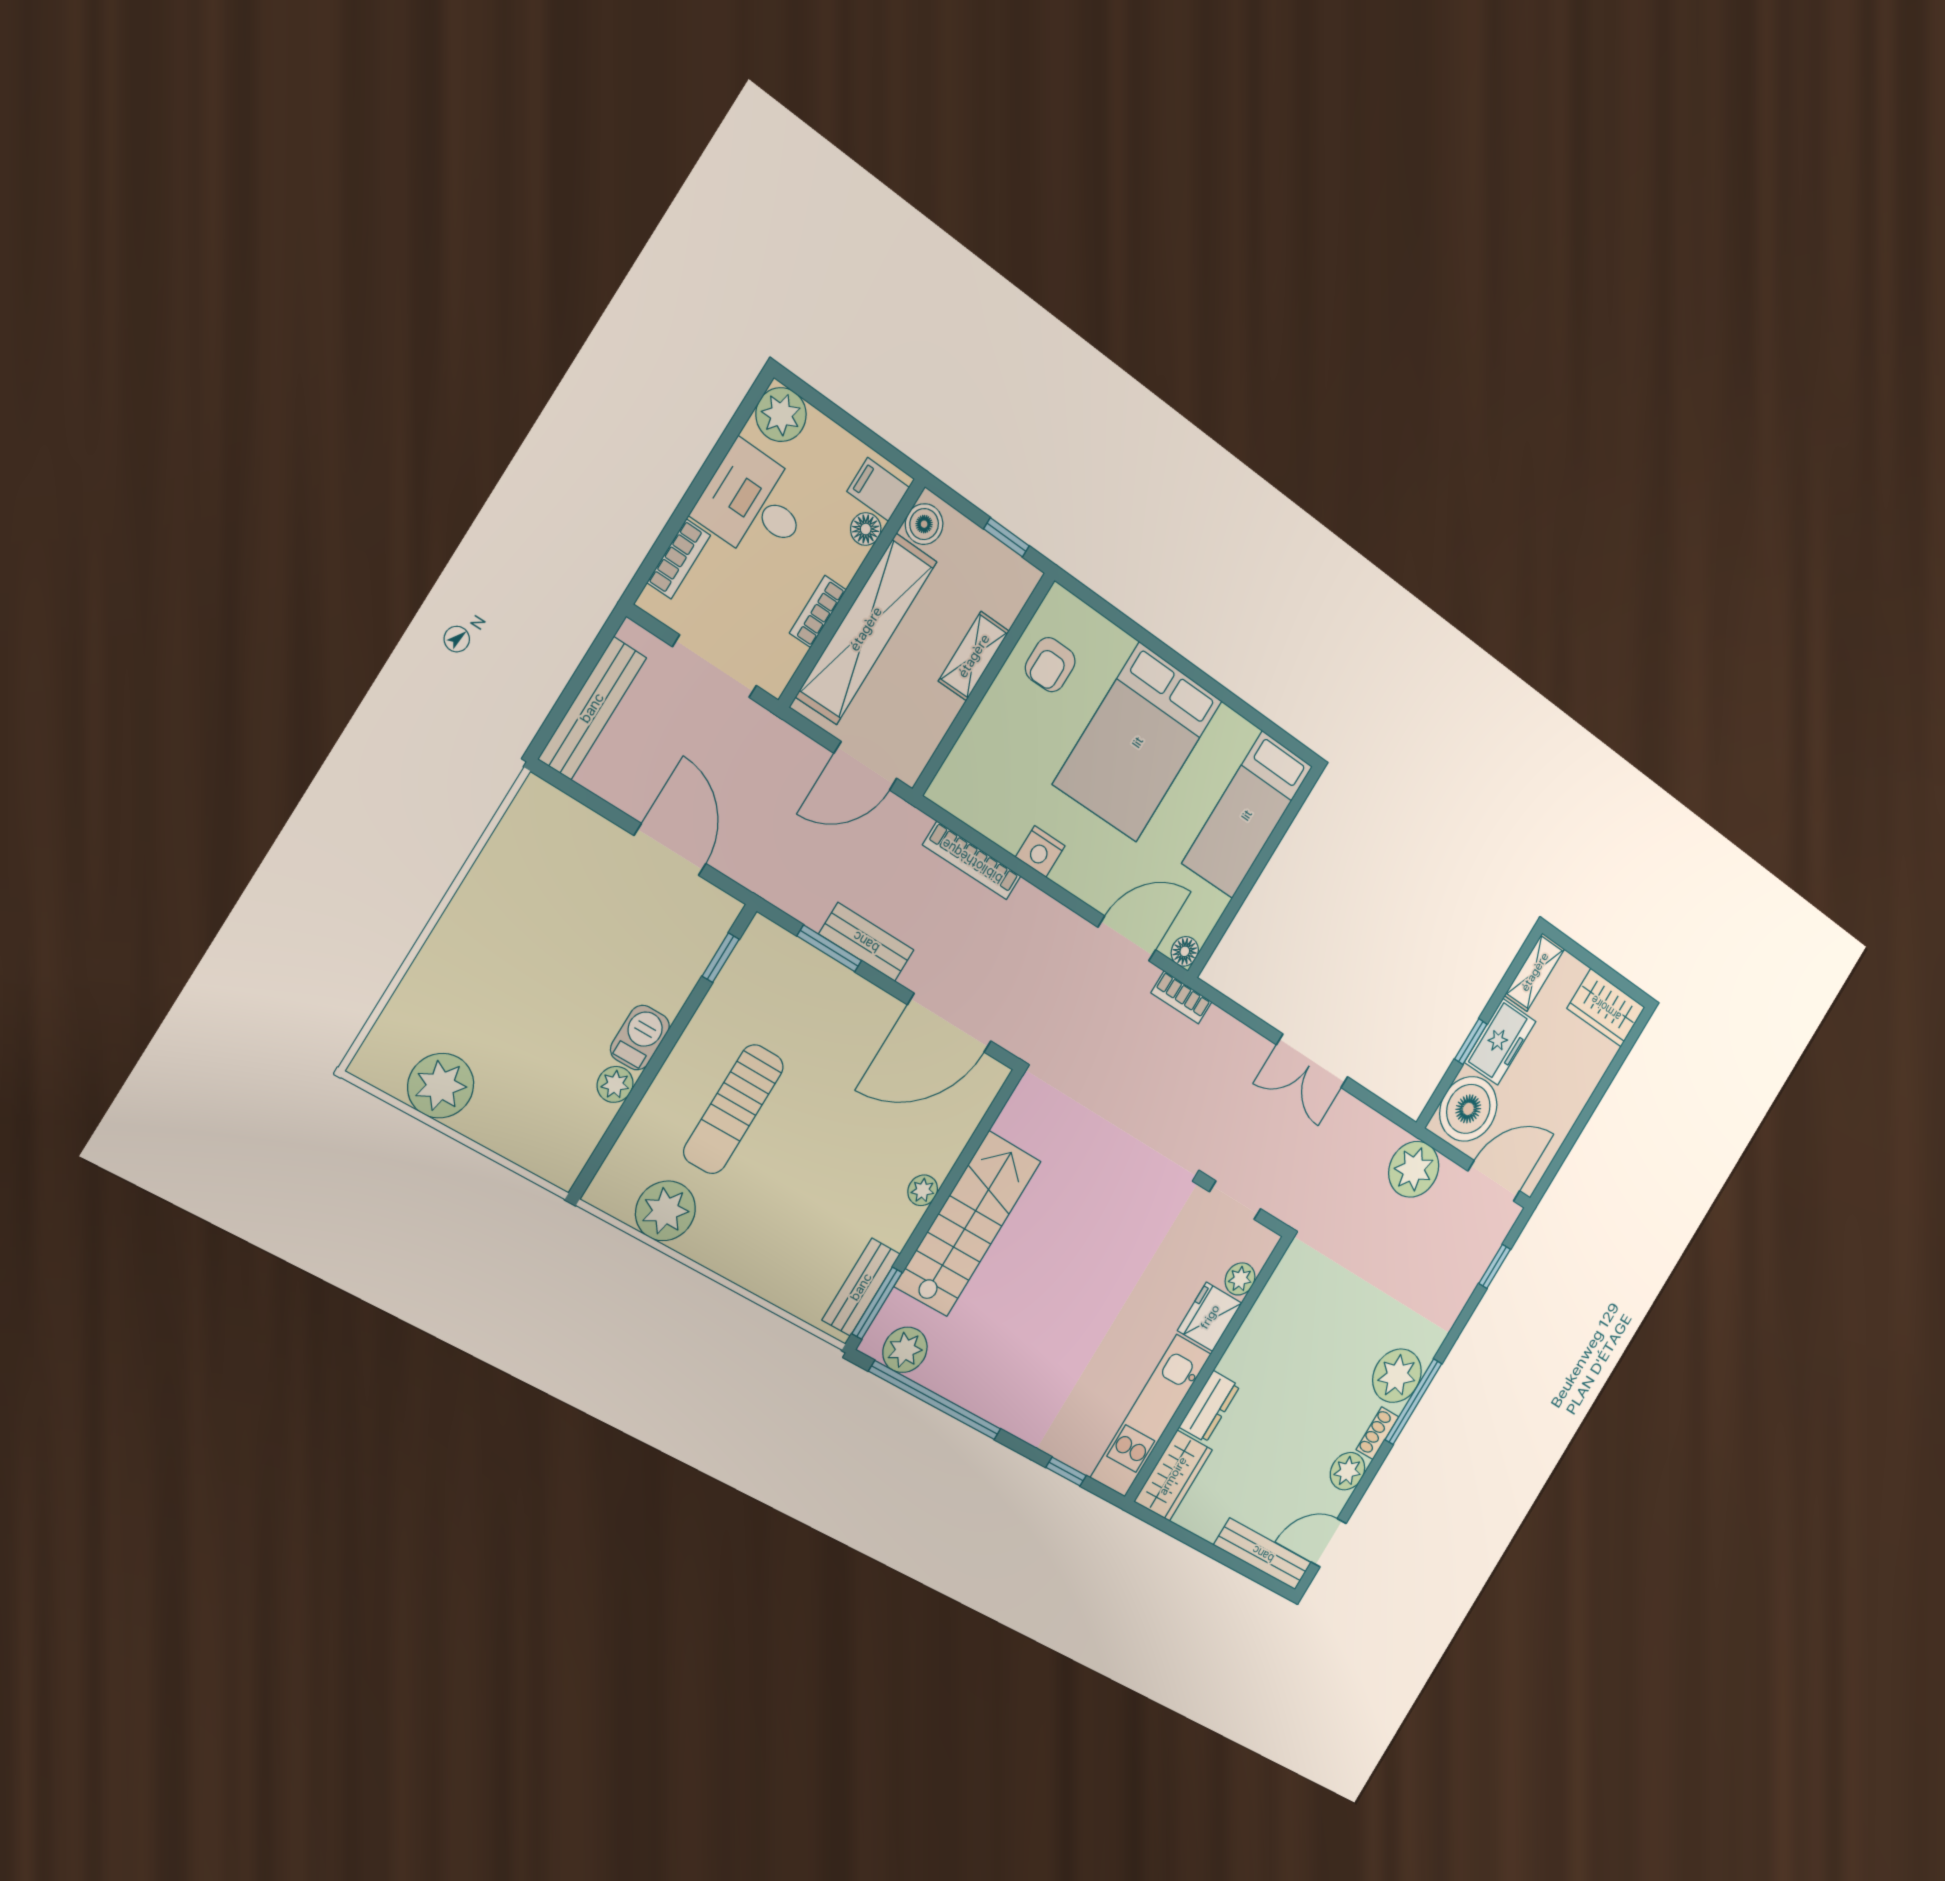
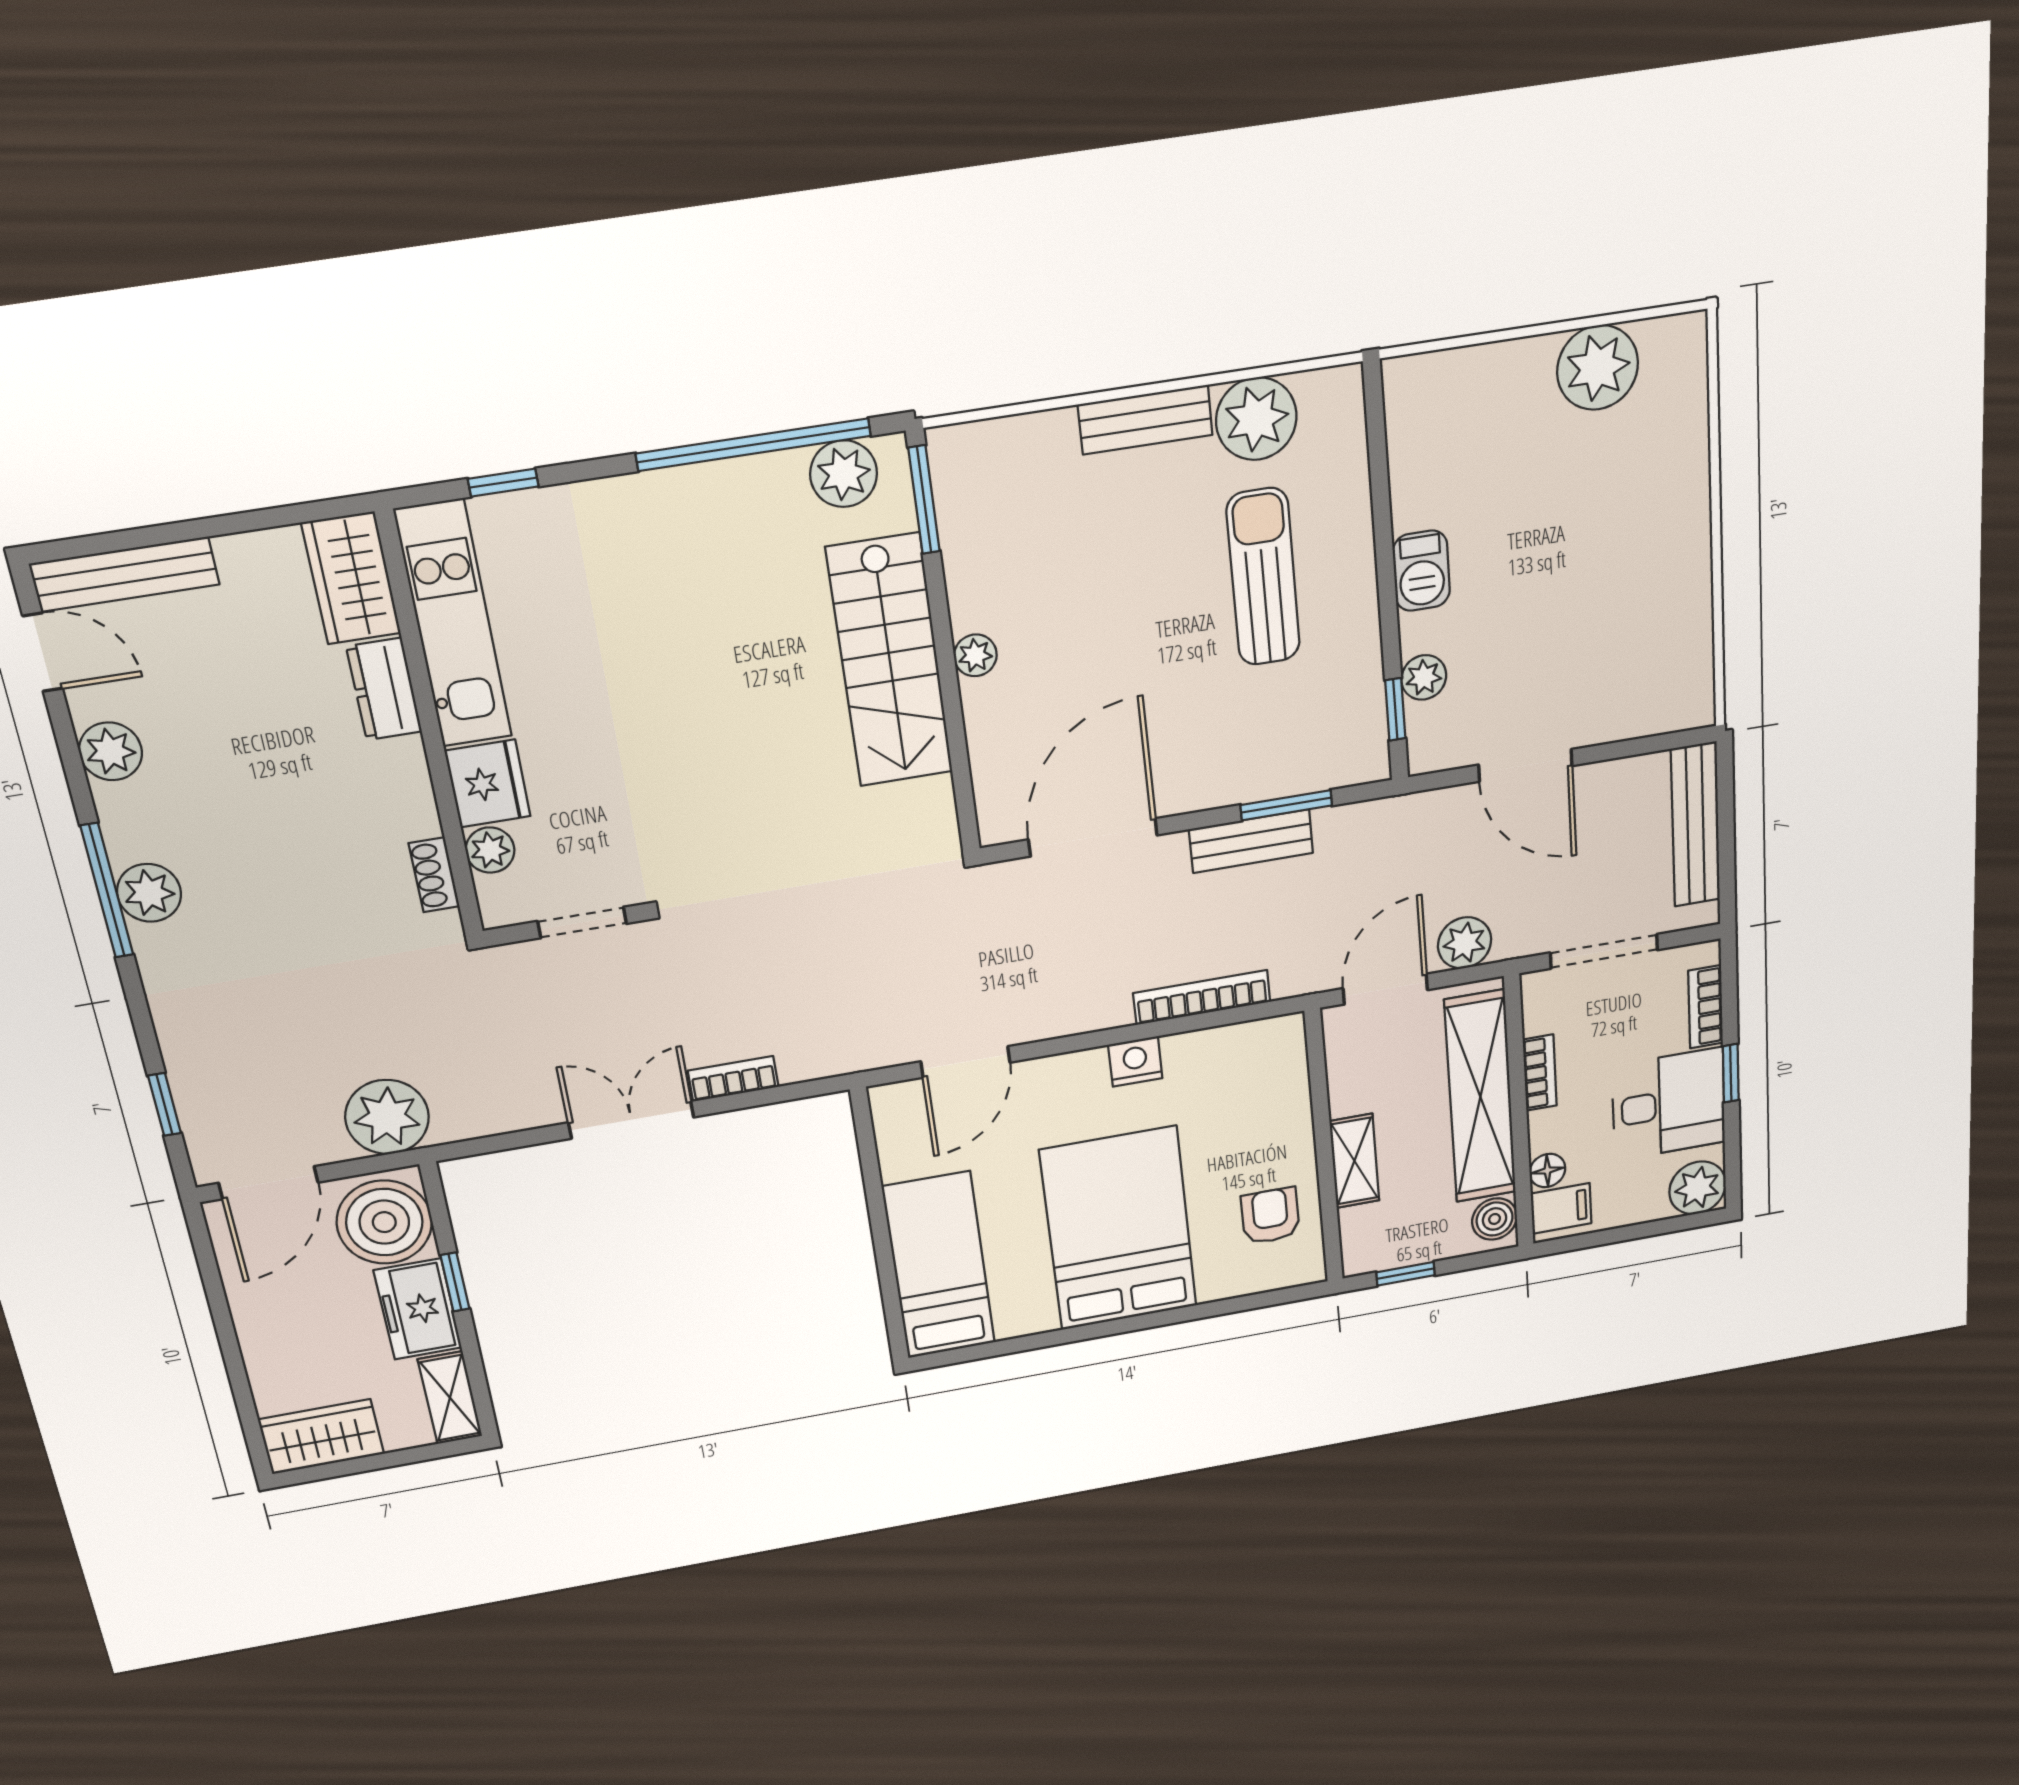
window: (697, 488) -> (1731, 1073), added
plant: (795, 755) -> (1465, 943), added
floor lamp: (1185, 951) -> (888, 1101), removed
bookcase: (1181, 997) -> (733, 1079), moved
plant: (615, 1084) -> (1424, 677), moved
bench: (861, 1287) -> (1145, 420), moved, turned 90
plant: (1397, 1376) -> (149, 893), width x0.73, depth x0.73
shoe rack: (1377, 1433) -> (434, 875), moved, turned 180
door: (1329, 1543) -> (43, 652), hinge flipped

